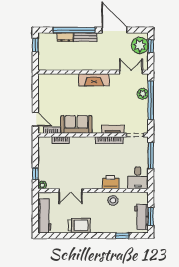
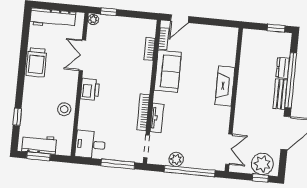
fireplace: (94, 80) -> (225, 86), moved
plant: (143, 94) -> (176, 159), moved
printer: (111, 182) -> (90, 89), moved

